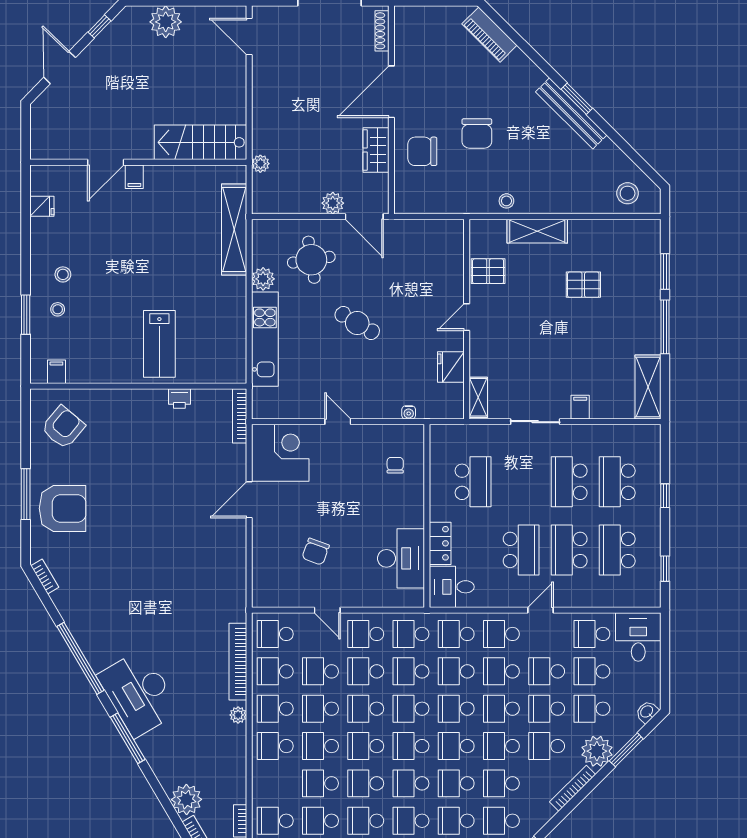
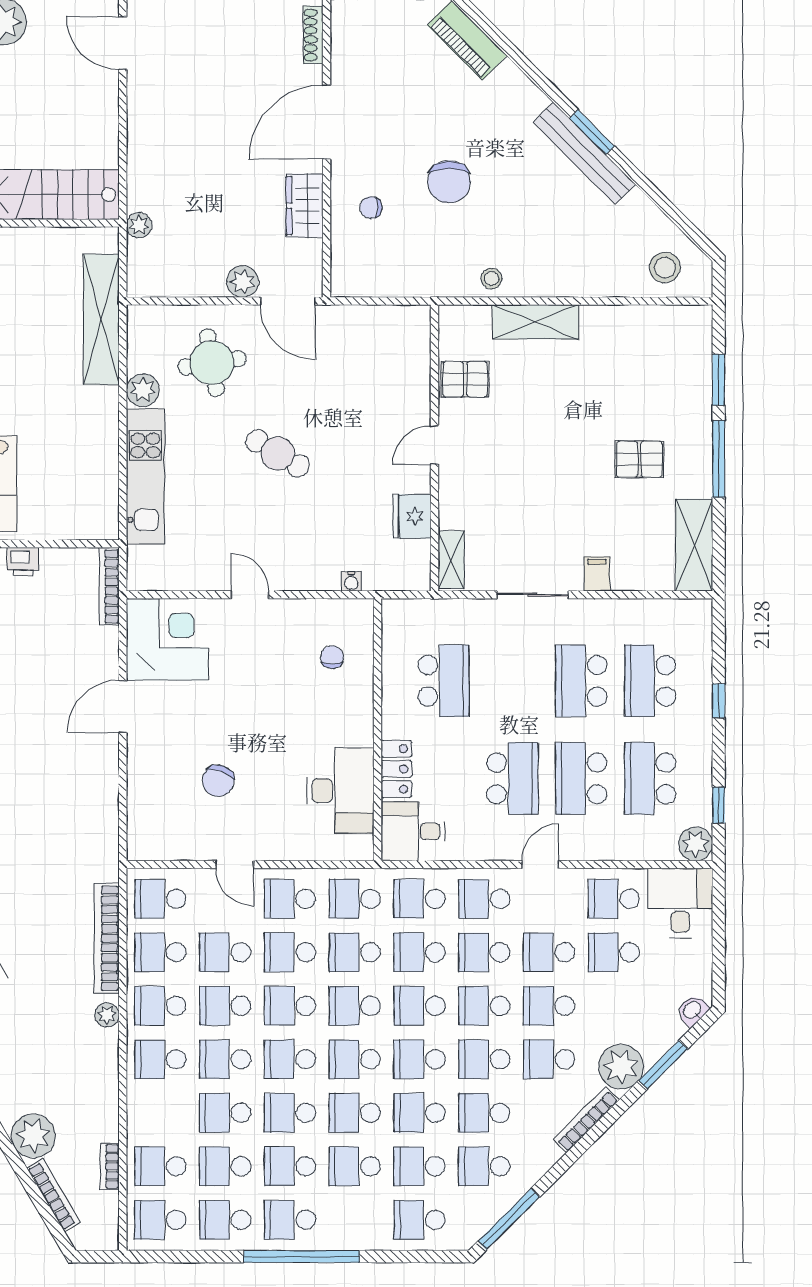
chair: (422, 151) -> (371, 208), width x0.54, depth x0.54
pallet: (583, 285) -> (639, 459), moved
plant: (649, 596) -> (696, 844), added
school desk: (592, 709) -> (614, 1006), removed

